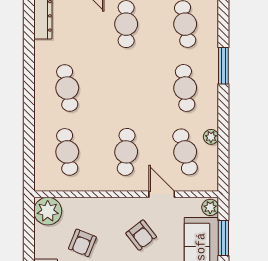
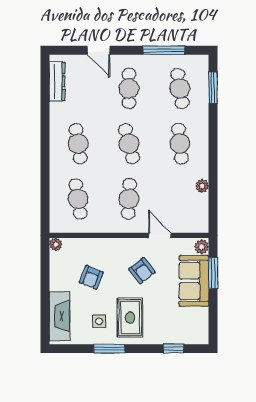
window: (223, 66) -> (213, 88), moved
cafe table: (185, 152) -> (129, 144), moved
plant: (48, 211) -> (56, 244), width x0.53, depth x0.53

